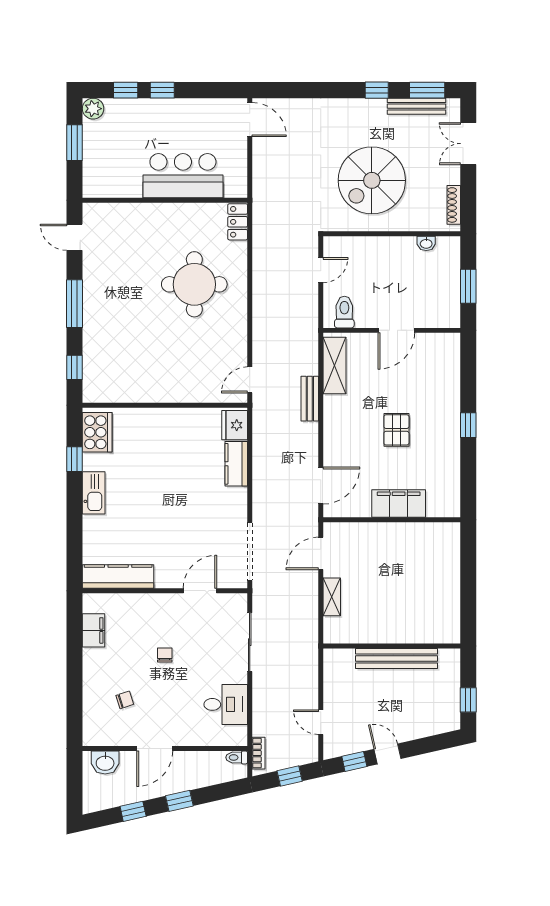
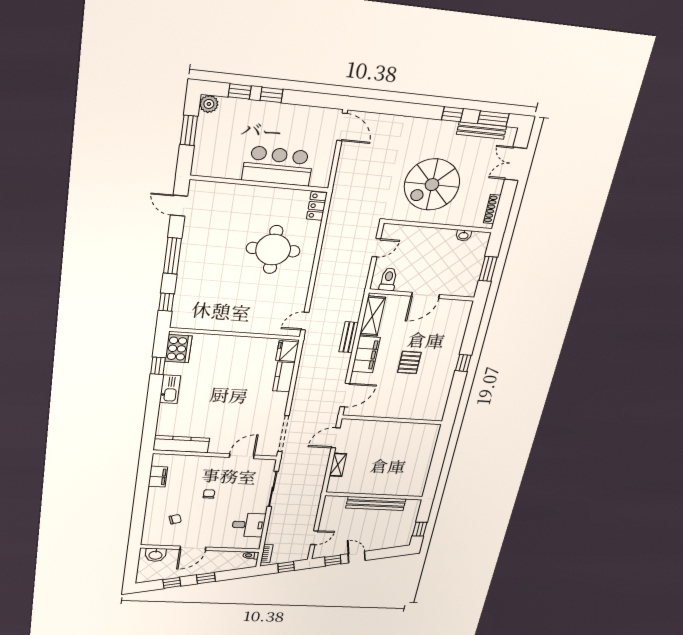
filing cabinet: (399, 503) -> (366, 355), moved, turned 90
door: (321, 722) -> (314, 538), swing flipped

